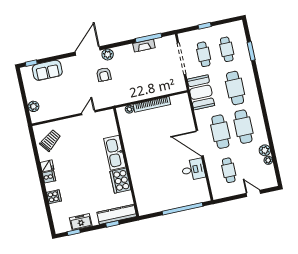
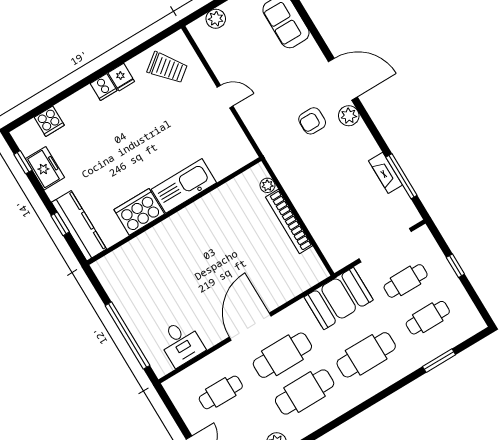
door: (88, 113) -> (225, 97), moved
desk: (193, 170) -> (181, 343), moved
cooker: (54, 197) -> (49, 121), moved

